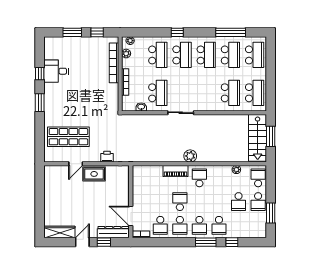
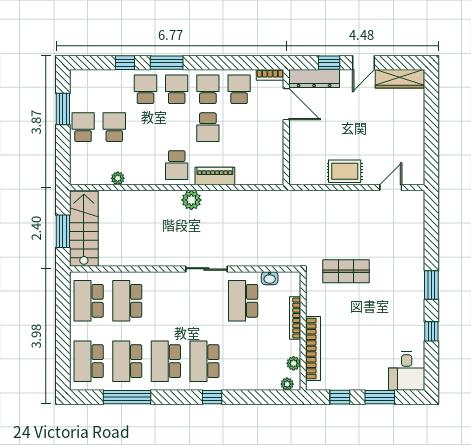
school desk: (158, 55) -> (243, 361), removed
desk: (56, 71) -> (407, 371), moved, turned 90
shop shelf: (68, 137) -> (346, 271), moved, width x0.70, depth x0.74
printer: (107, 157) -> (324, 199), removed
door: (76, 164) -> (391, 187), moved
school desk: (258, 178) -> (83, 165), removed

